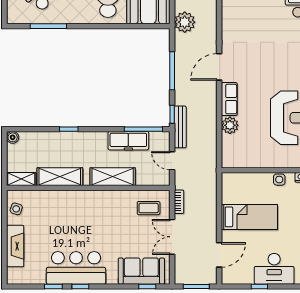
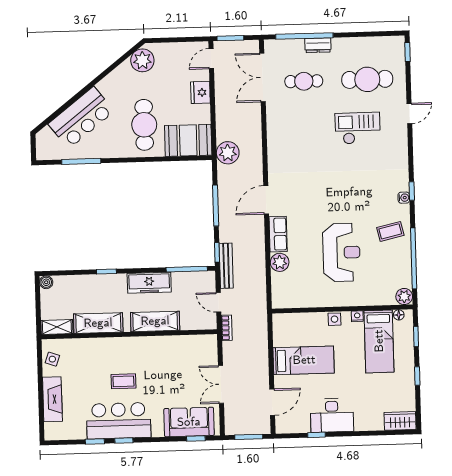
freezer: (128, 141) -> (149, 283), moved
bookcase: (179, 202) -> (227, 328), moved
coffee table: (149, 208) -> (123, 381), moved

